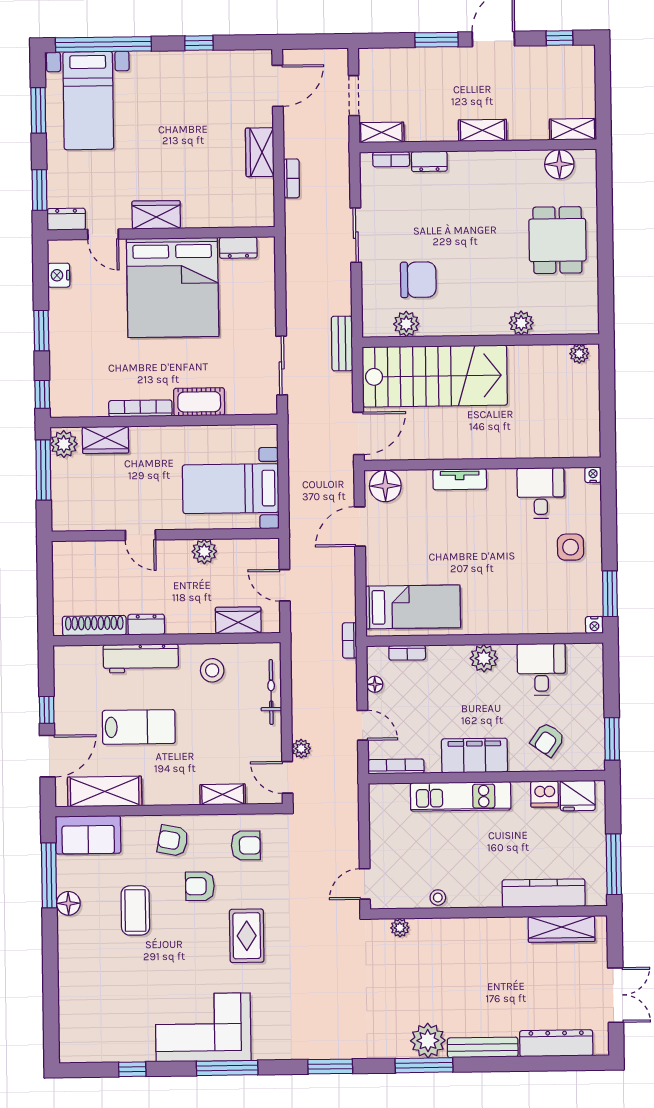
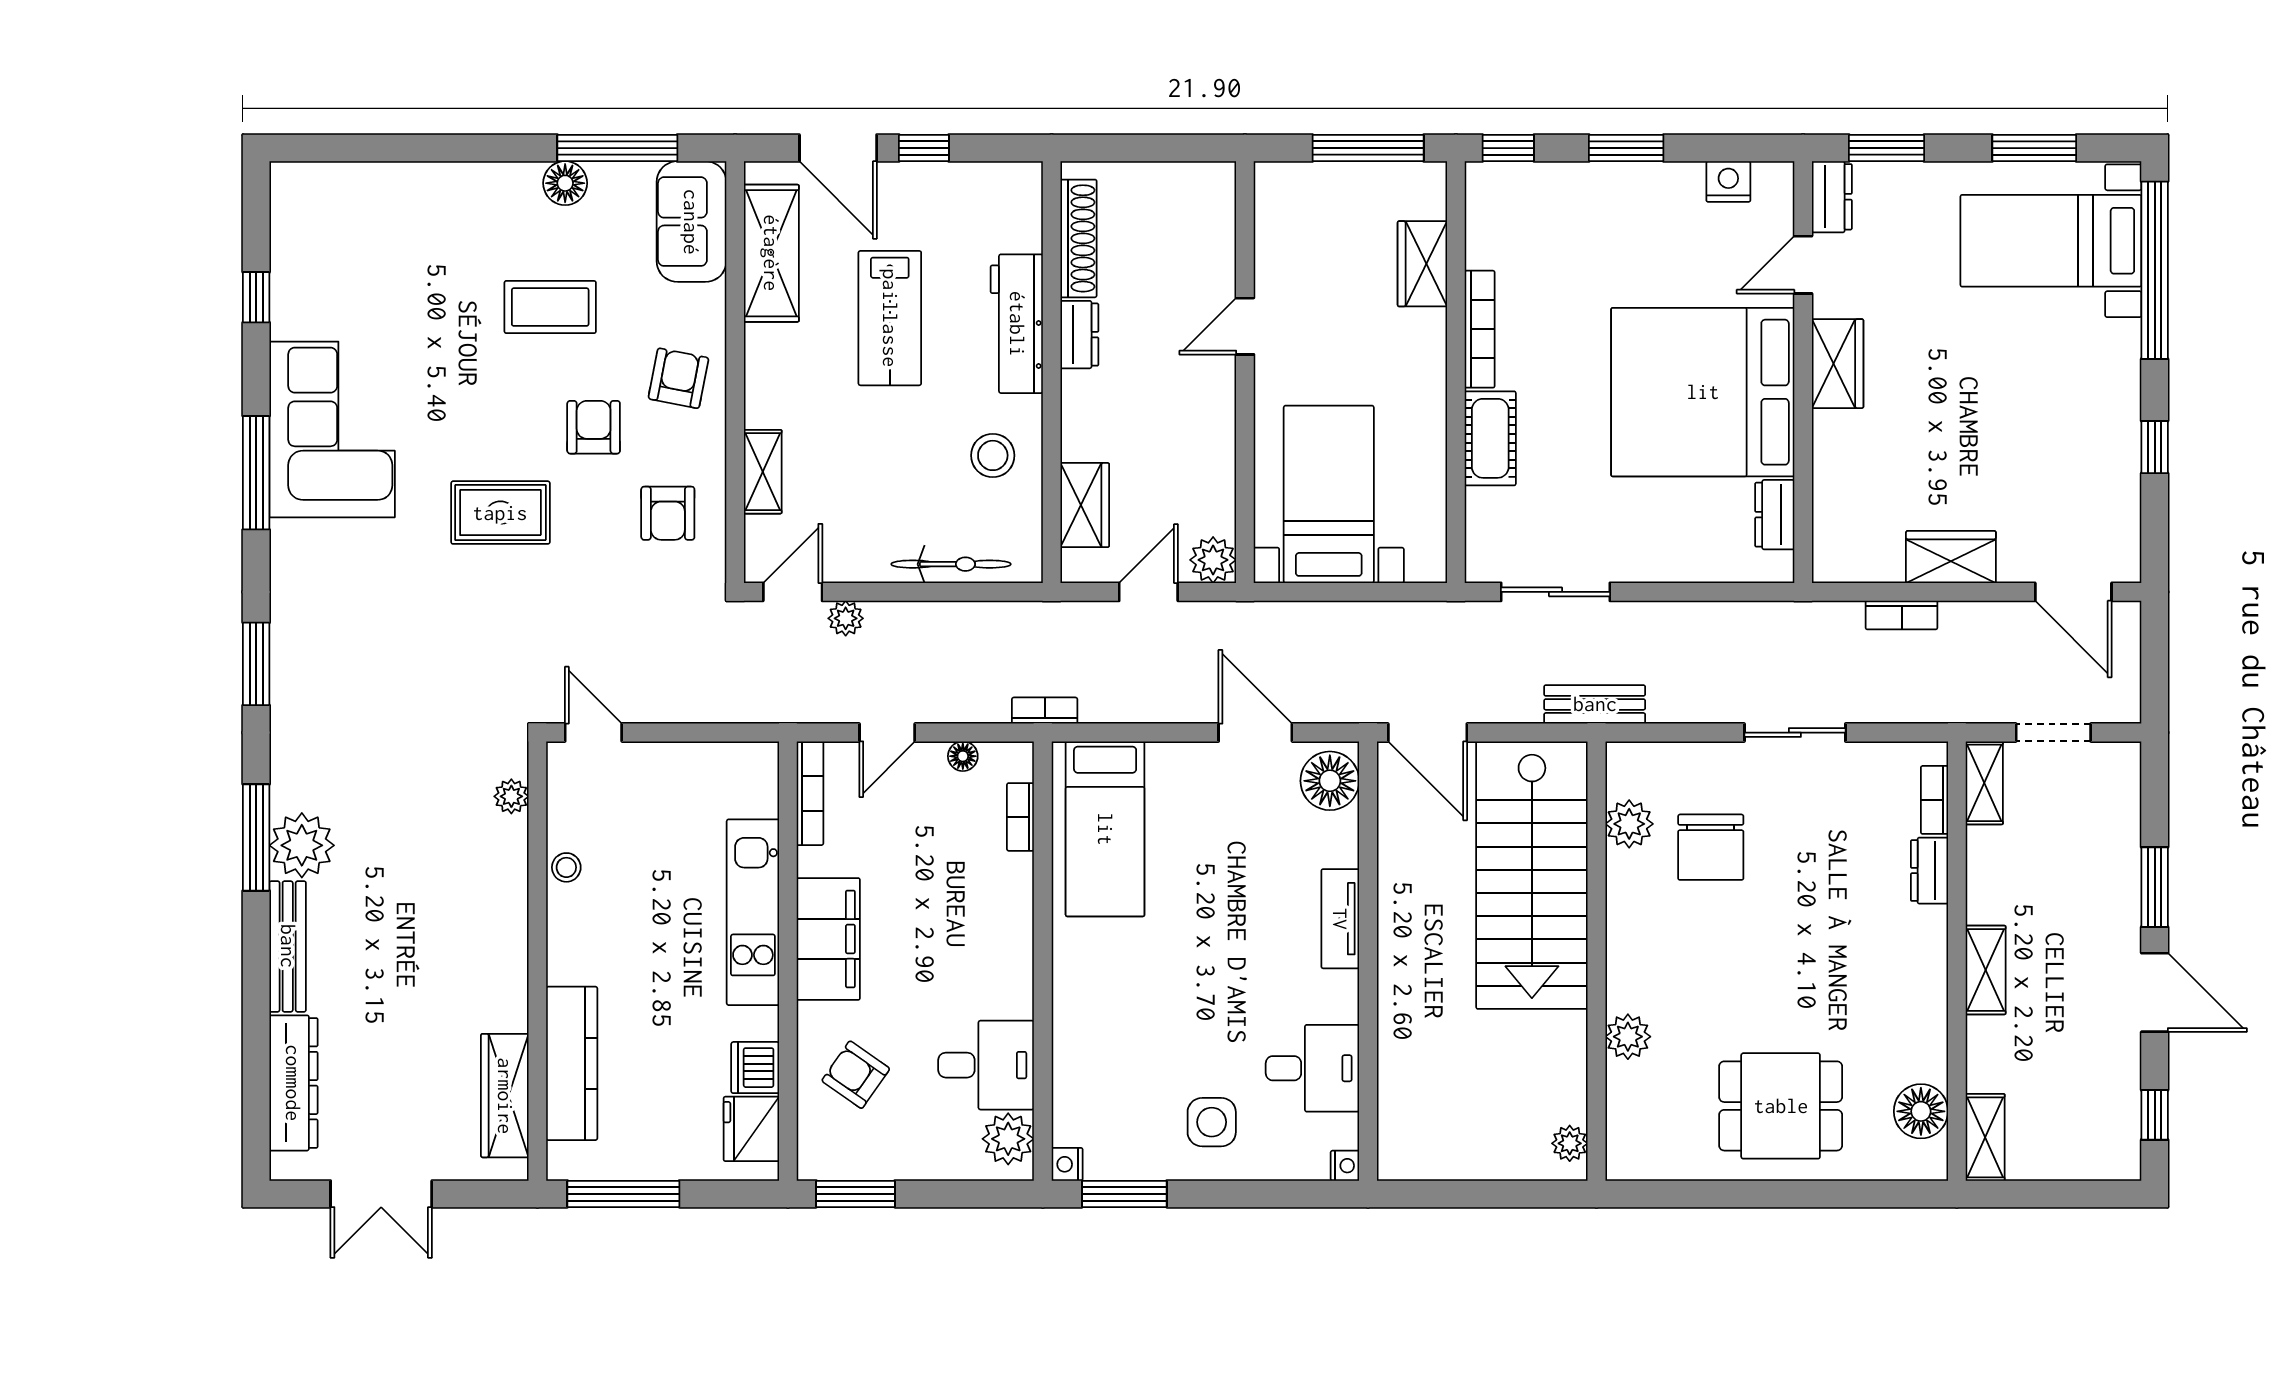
plant: (64, 444) -> (1416, 187), removed
plant: (204, 552) -> (1213, 560), moved
plant: (484, 658) -> (1008, 1139), moved

